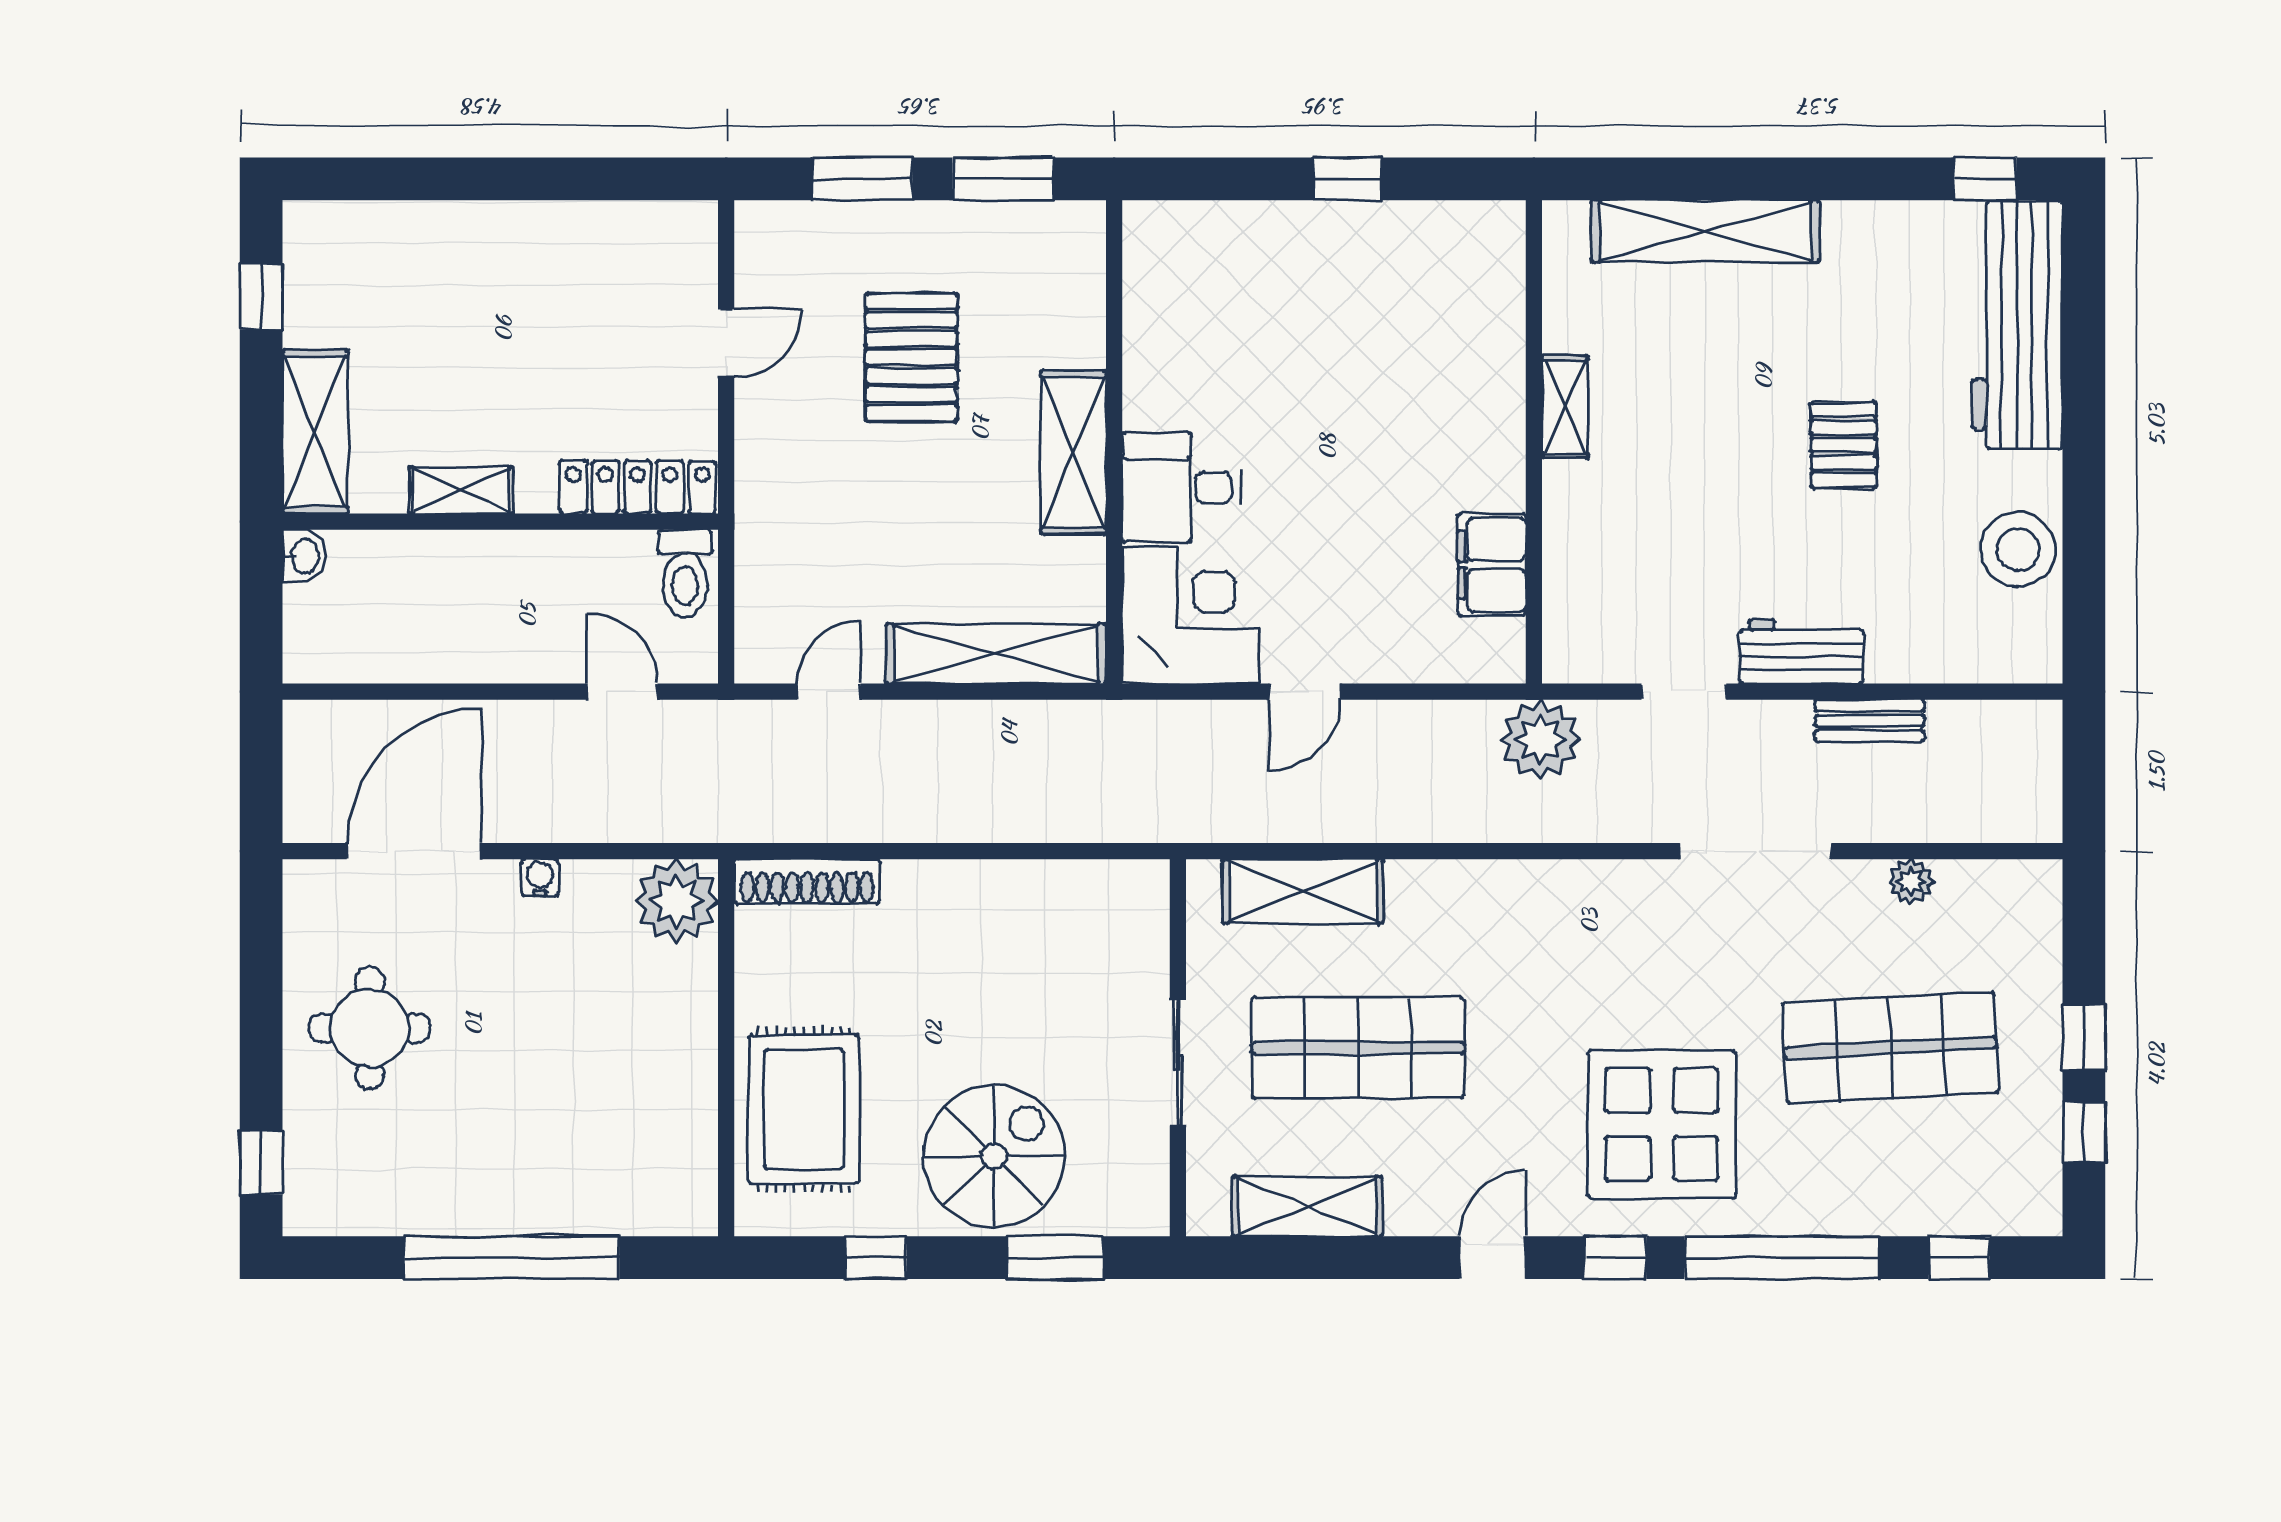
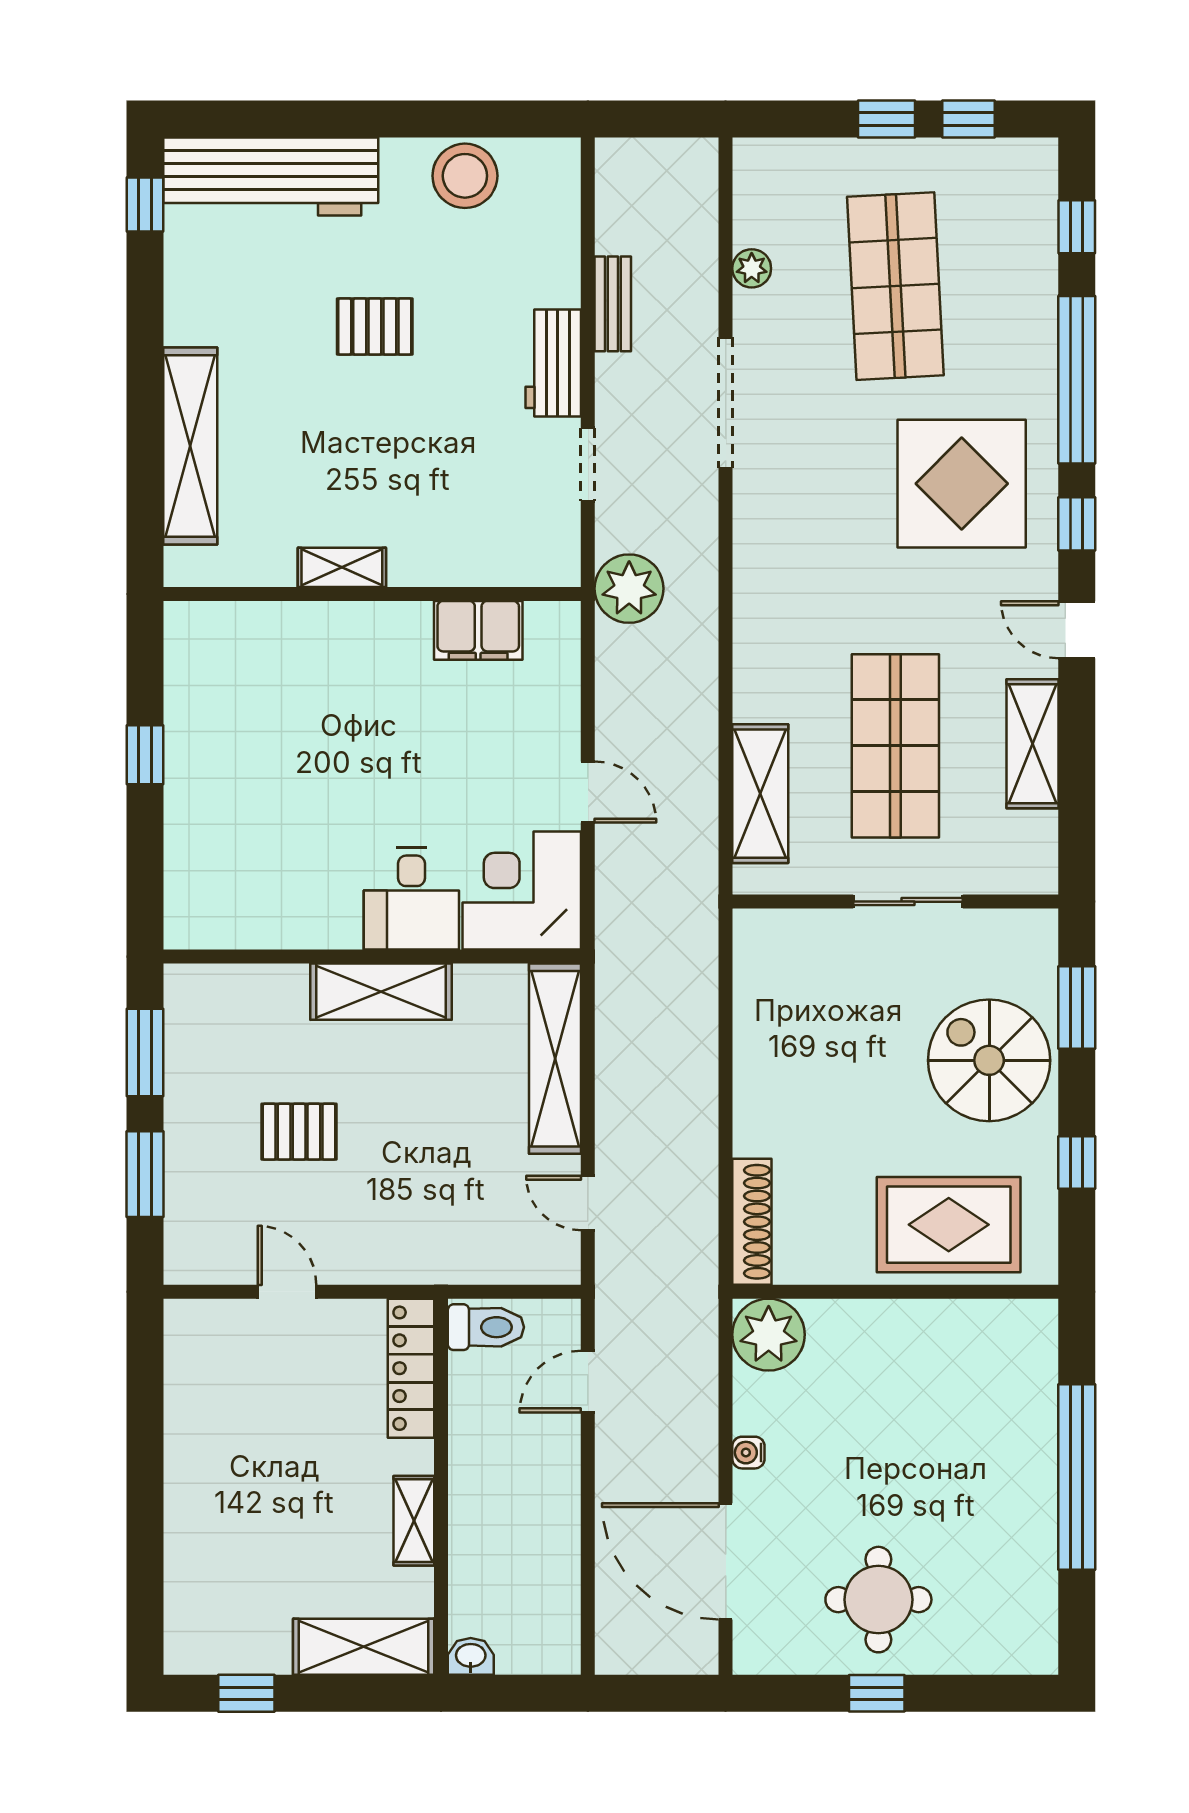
pallet: (911, 357) -> (299, 1132), width x0.67, depth x0.71
window: (261, 1162) -> (877, 1693), moved
shelving: (1307, 1206) -> (1032, 744), moved

